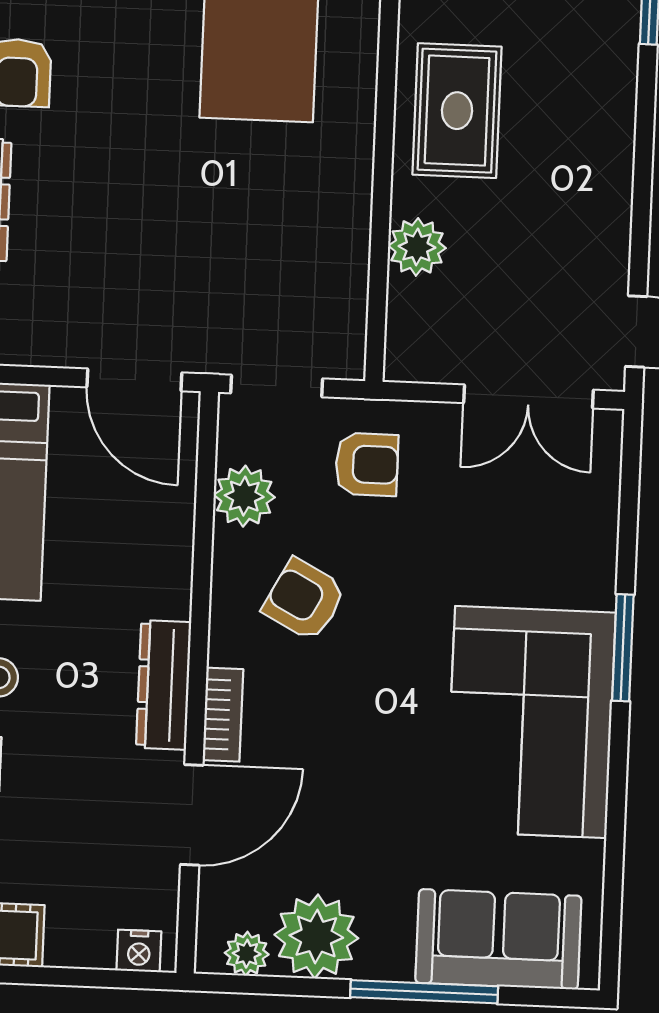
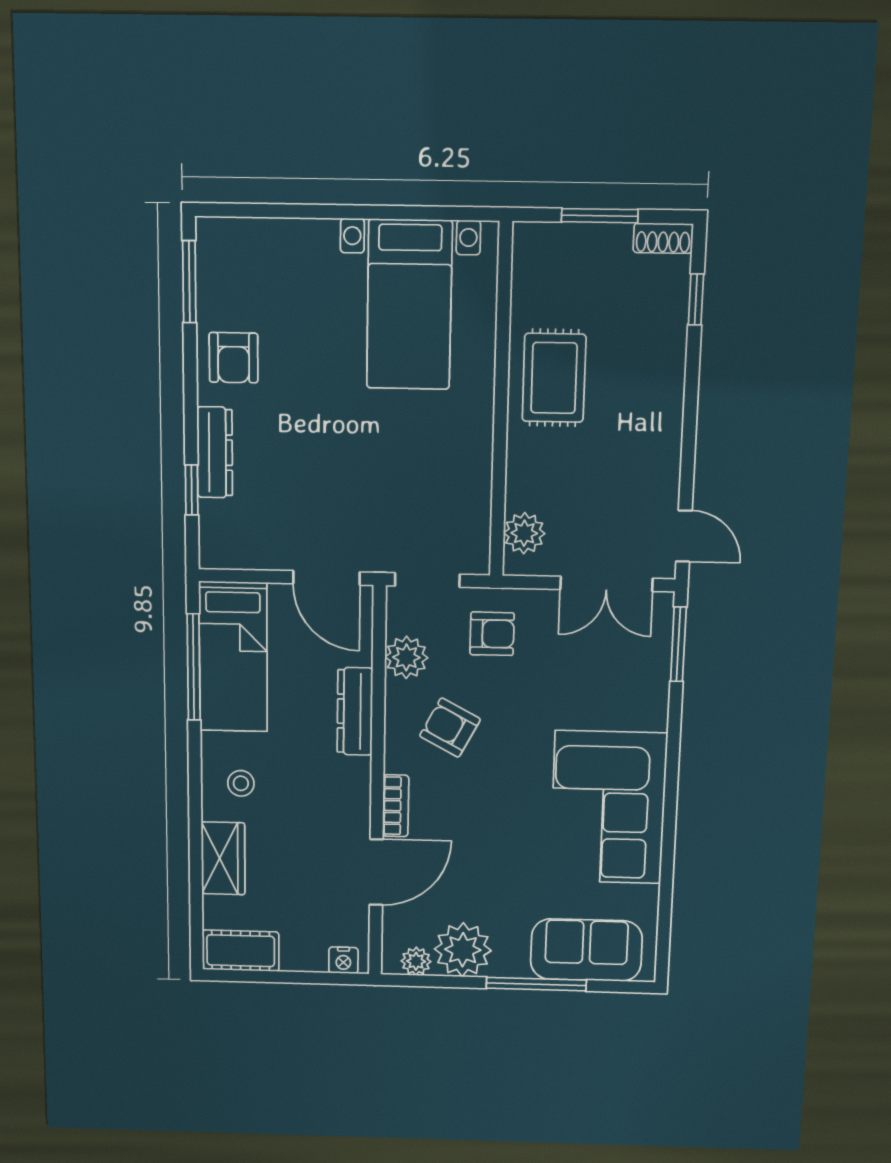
plant: (417, 247) -> (524, 533), moved
window: (623, 648) -> (678, 644), moved
dresser: (164, 685) -> (355, 711), moved

